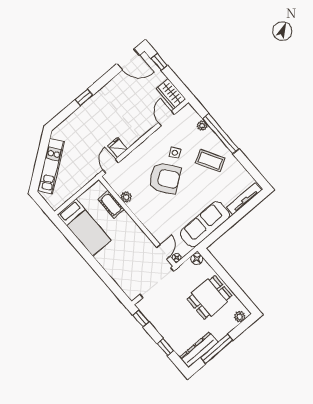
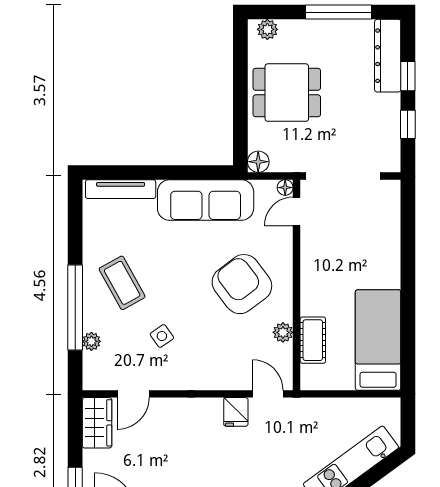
door: (111, 166) -> (268, 394), swing flipped
armchair: (165, 178) -> (242, 284), moved
window: (141, 319) -> (408, 124), moved
dresser: (199, 350) -> (388, 56), moved, turned 90

